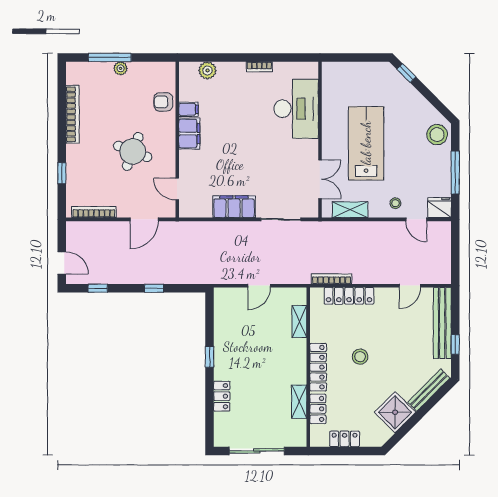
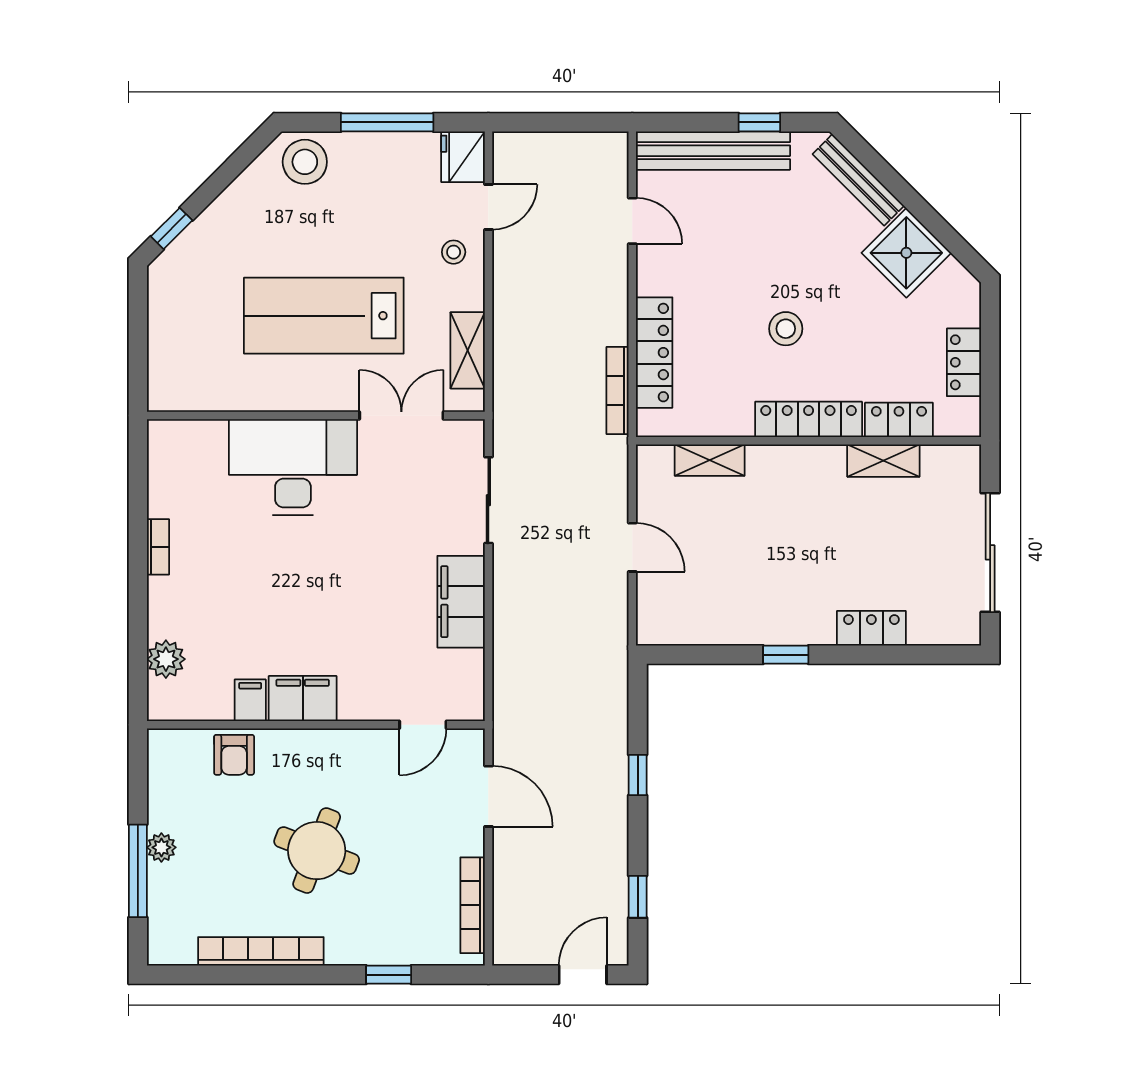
desk: (296, 109) -> (293, 467), moved
round table: (133, 151) -> (317, 851), moved

